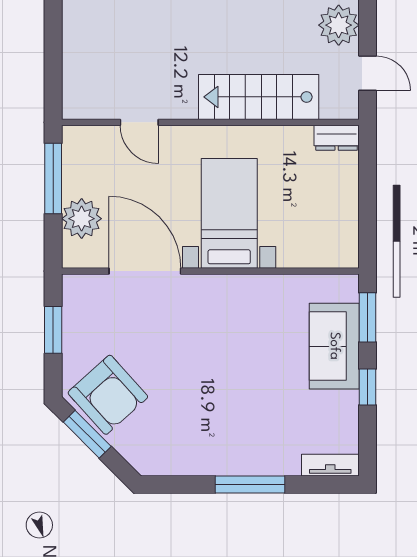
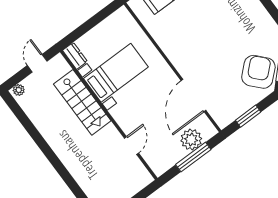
plant: (339, 25) -> (19, 90), width x0.53, depth x0.53
window: (53, 179) -> (193, 157), moved
bed with nightstands: (229, 213) -> (116, 73), moved, turned 180

